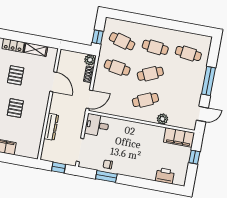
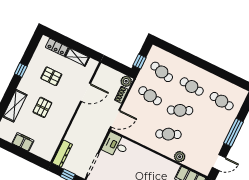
pallet: (16, 75) -> (51, 76), turned 90
door: (53, 82) -> (85, 92), hinge flipped
dresser: (51, 127) -> (62, 154), moved

